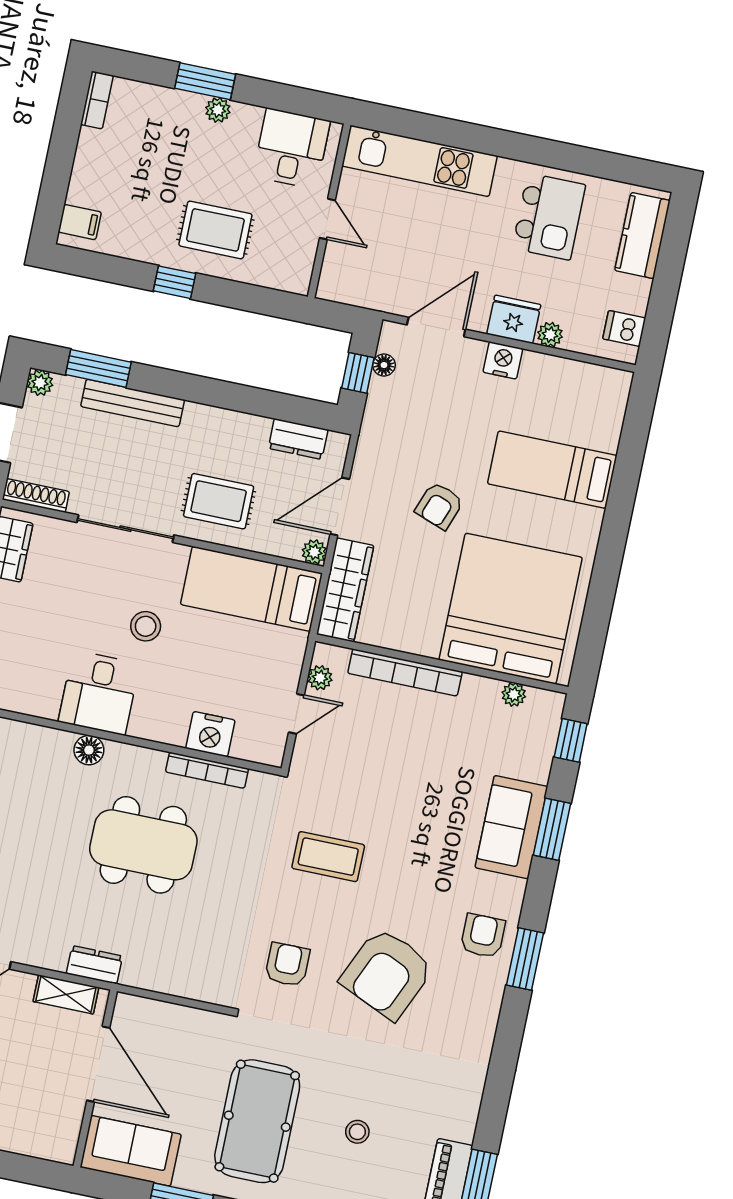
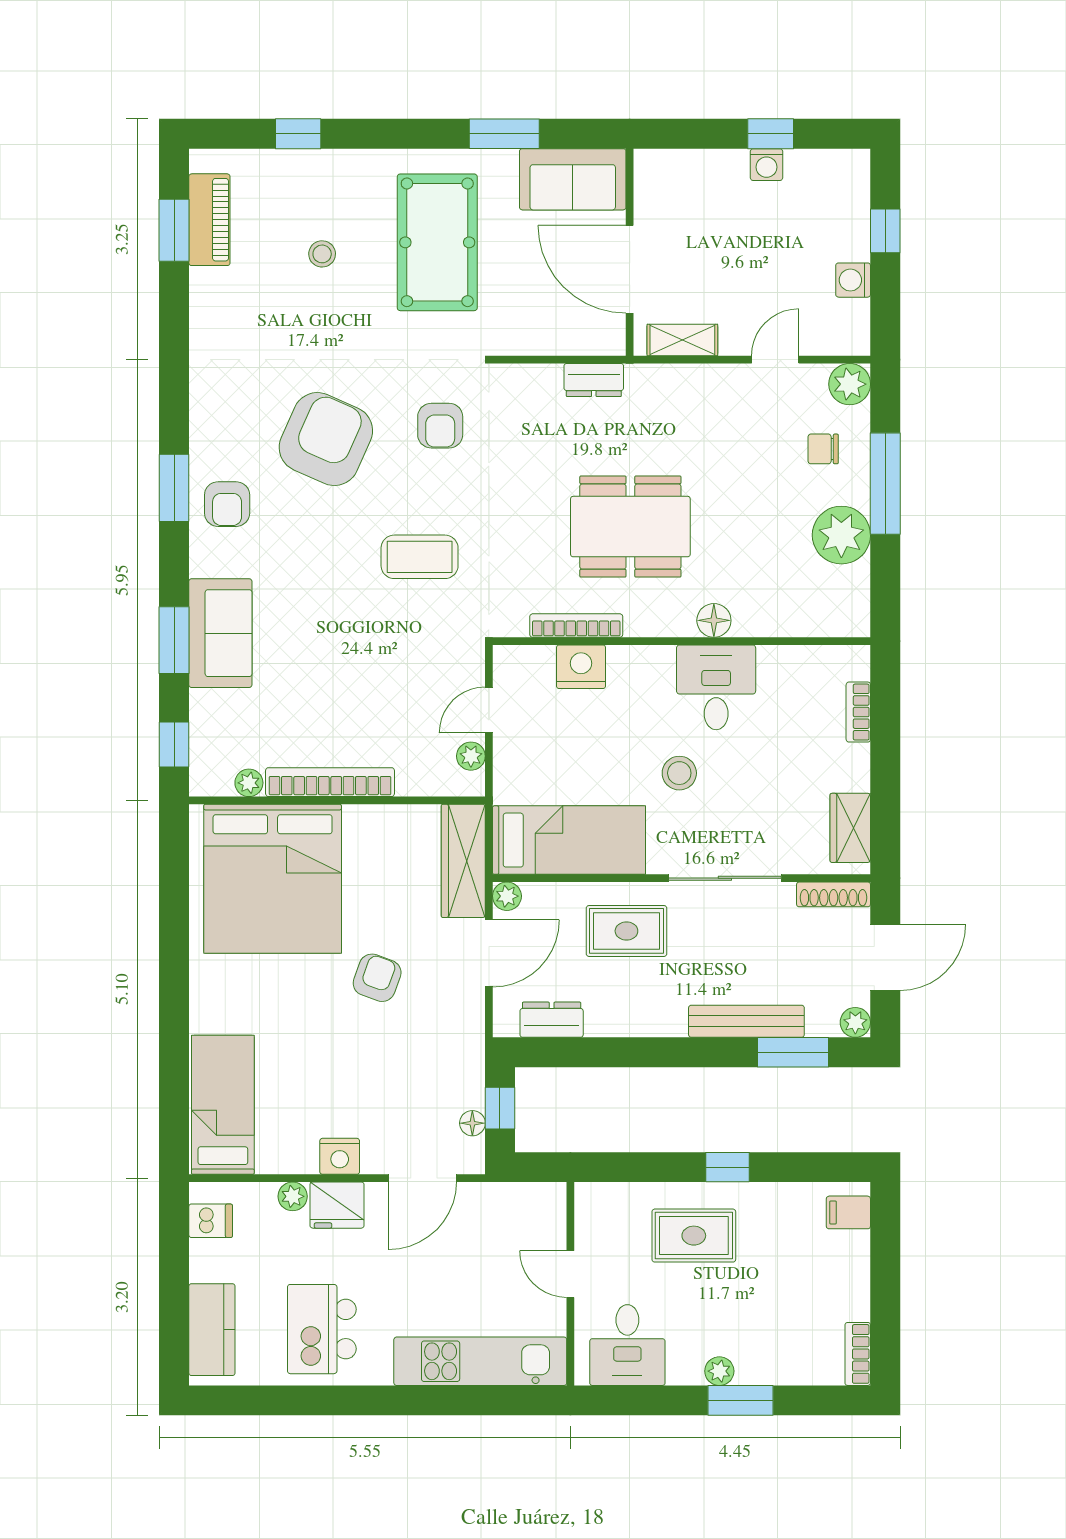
bed: (552, 470) -> (223, 1105), moved, turned -90
bookcase: (405, 672) -> (330, 782), moved
dresser: (94, 965) -> (594, 380), moved

